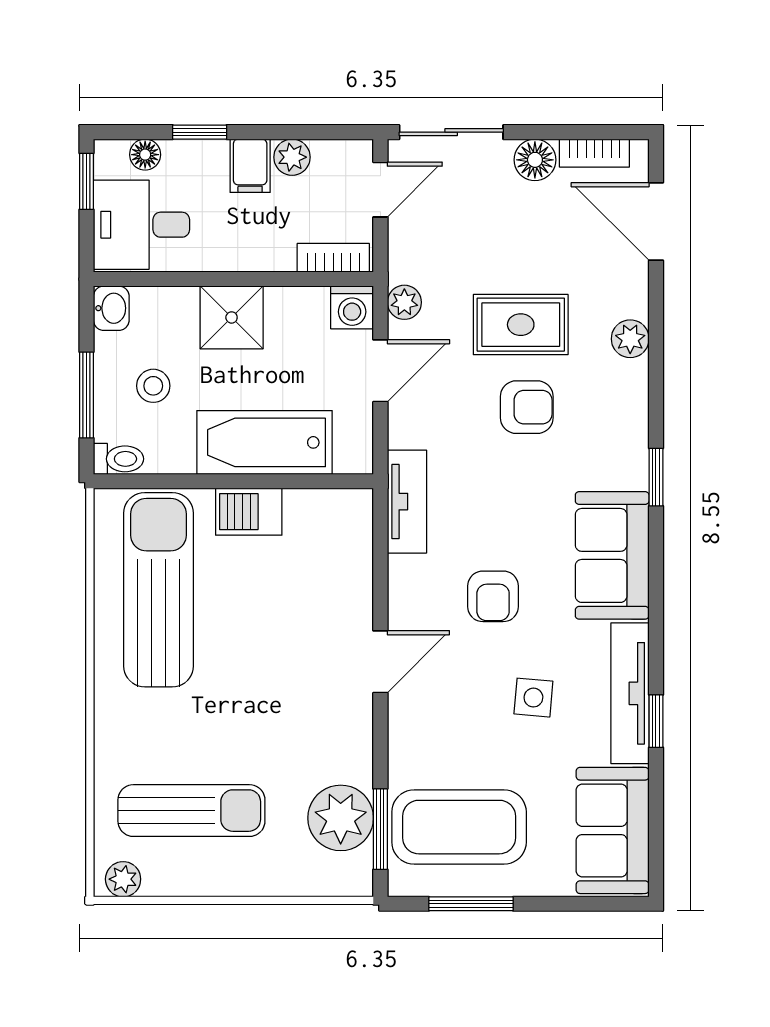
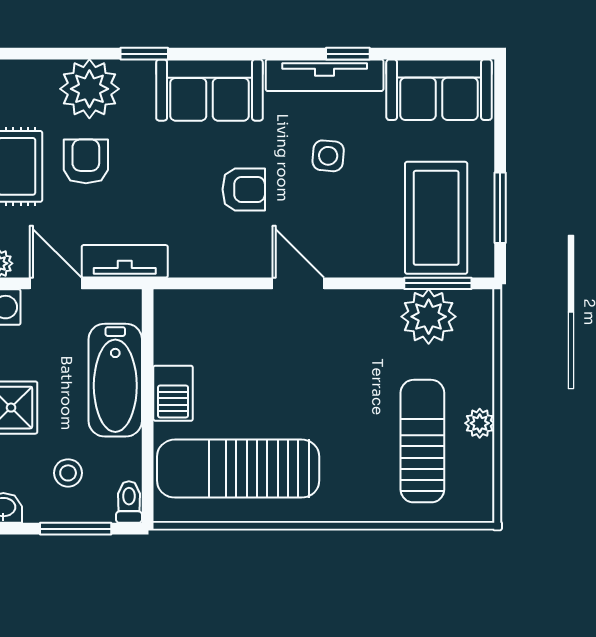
plant: (630, 339) -> (89, 89), moved, width x1.87, depth x1.87
tv unit: (407, 502) -> (125, 261), moved
plant: (123, 879) -> (480, 423), moved

